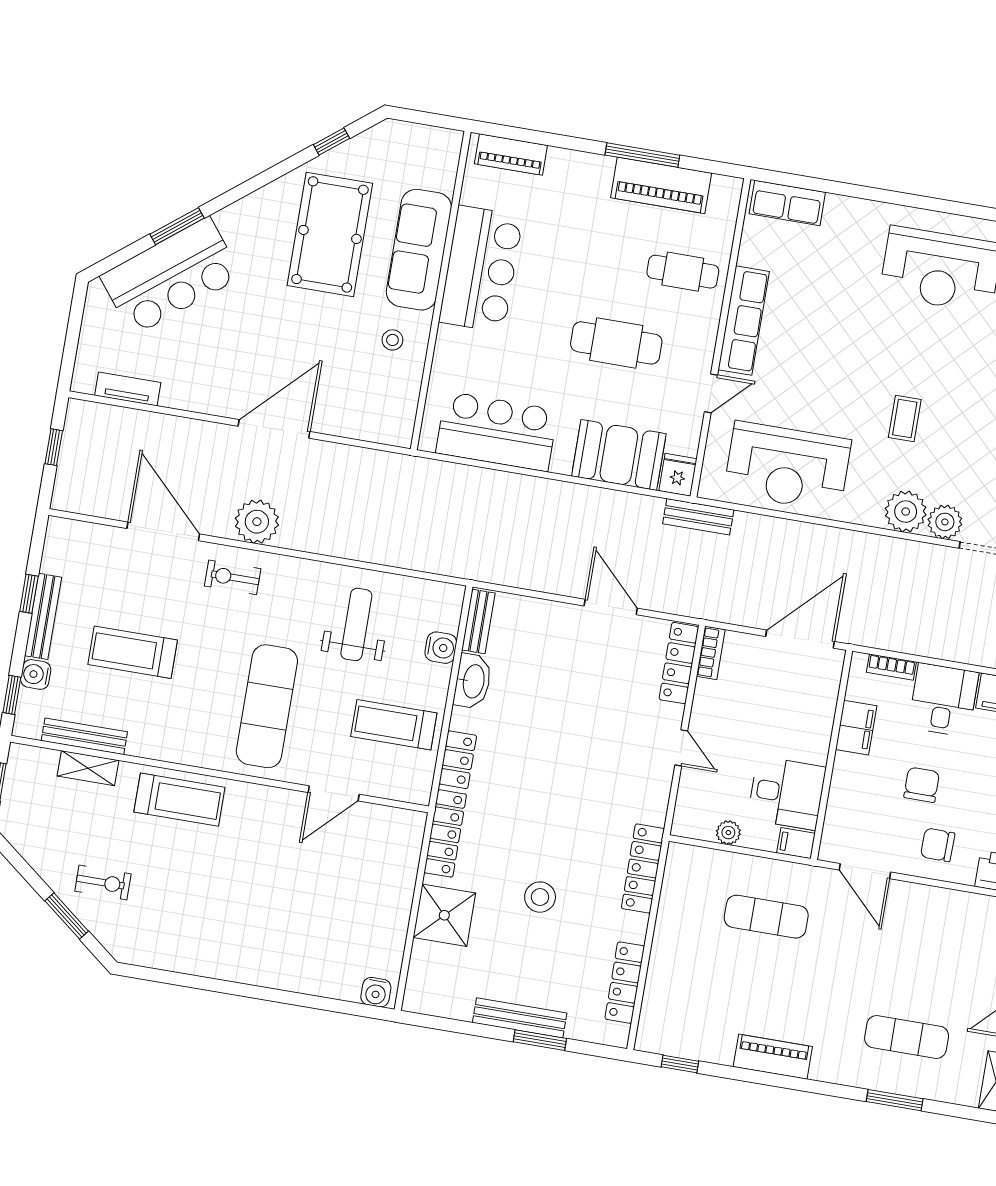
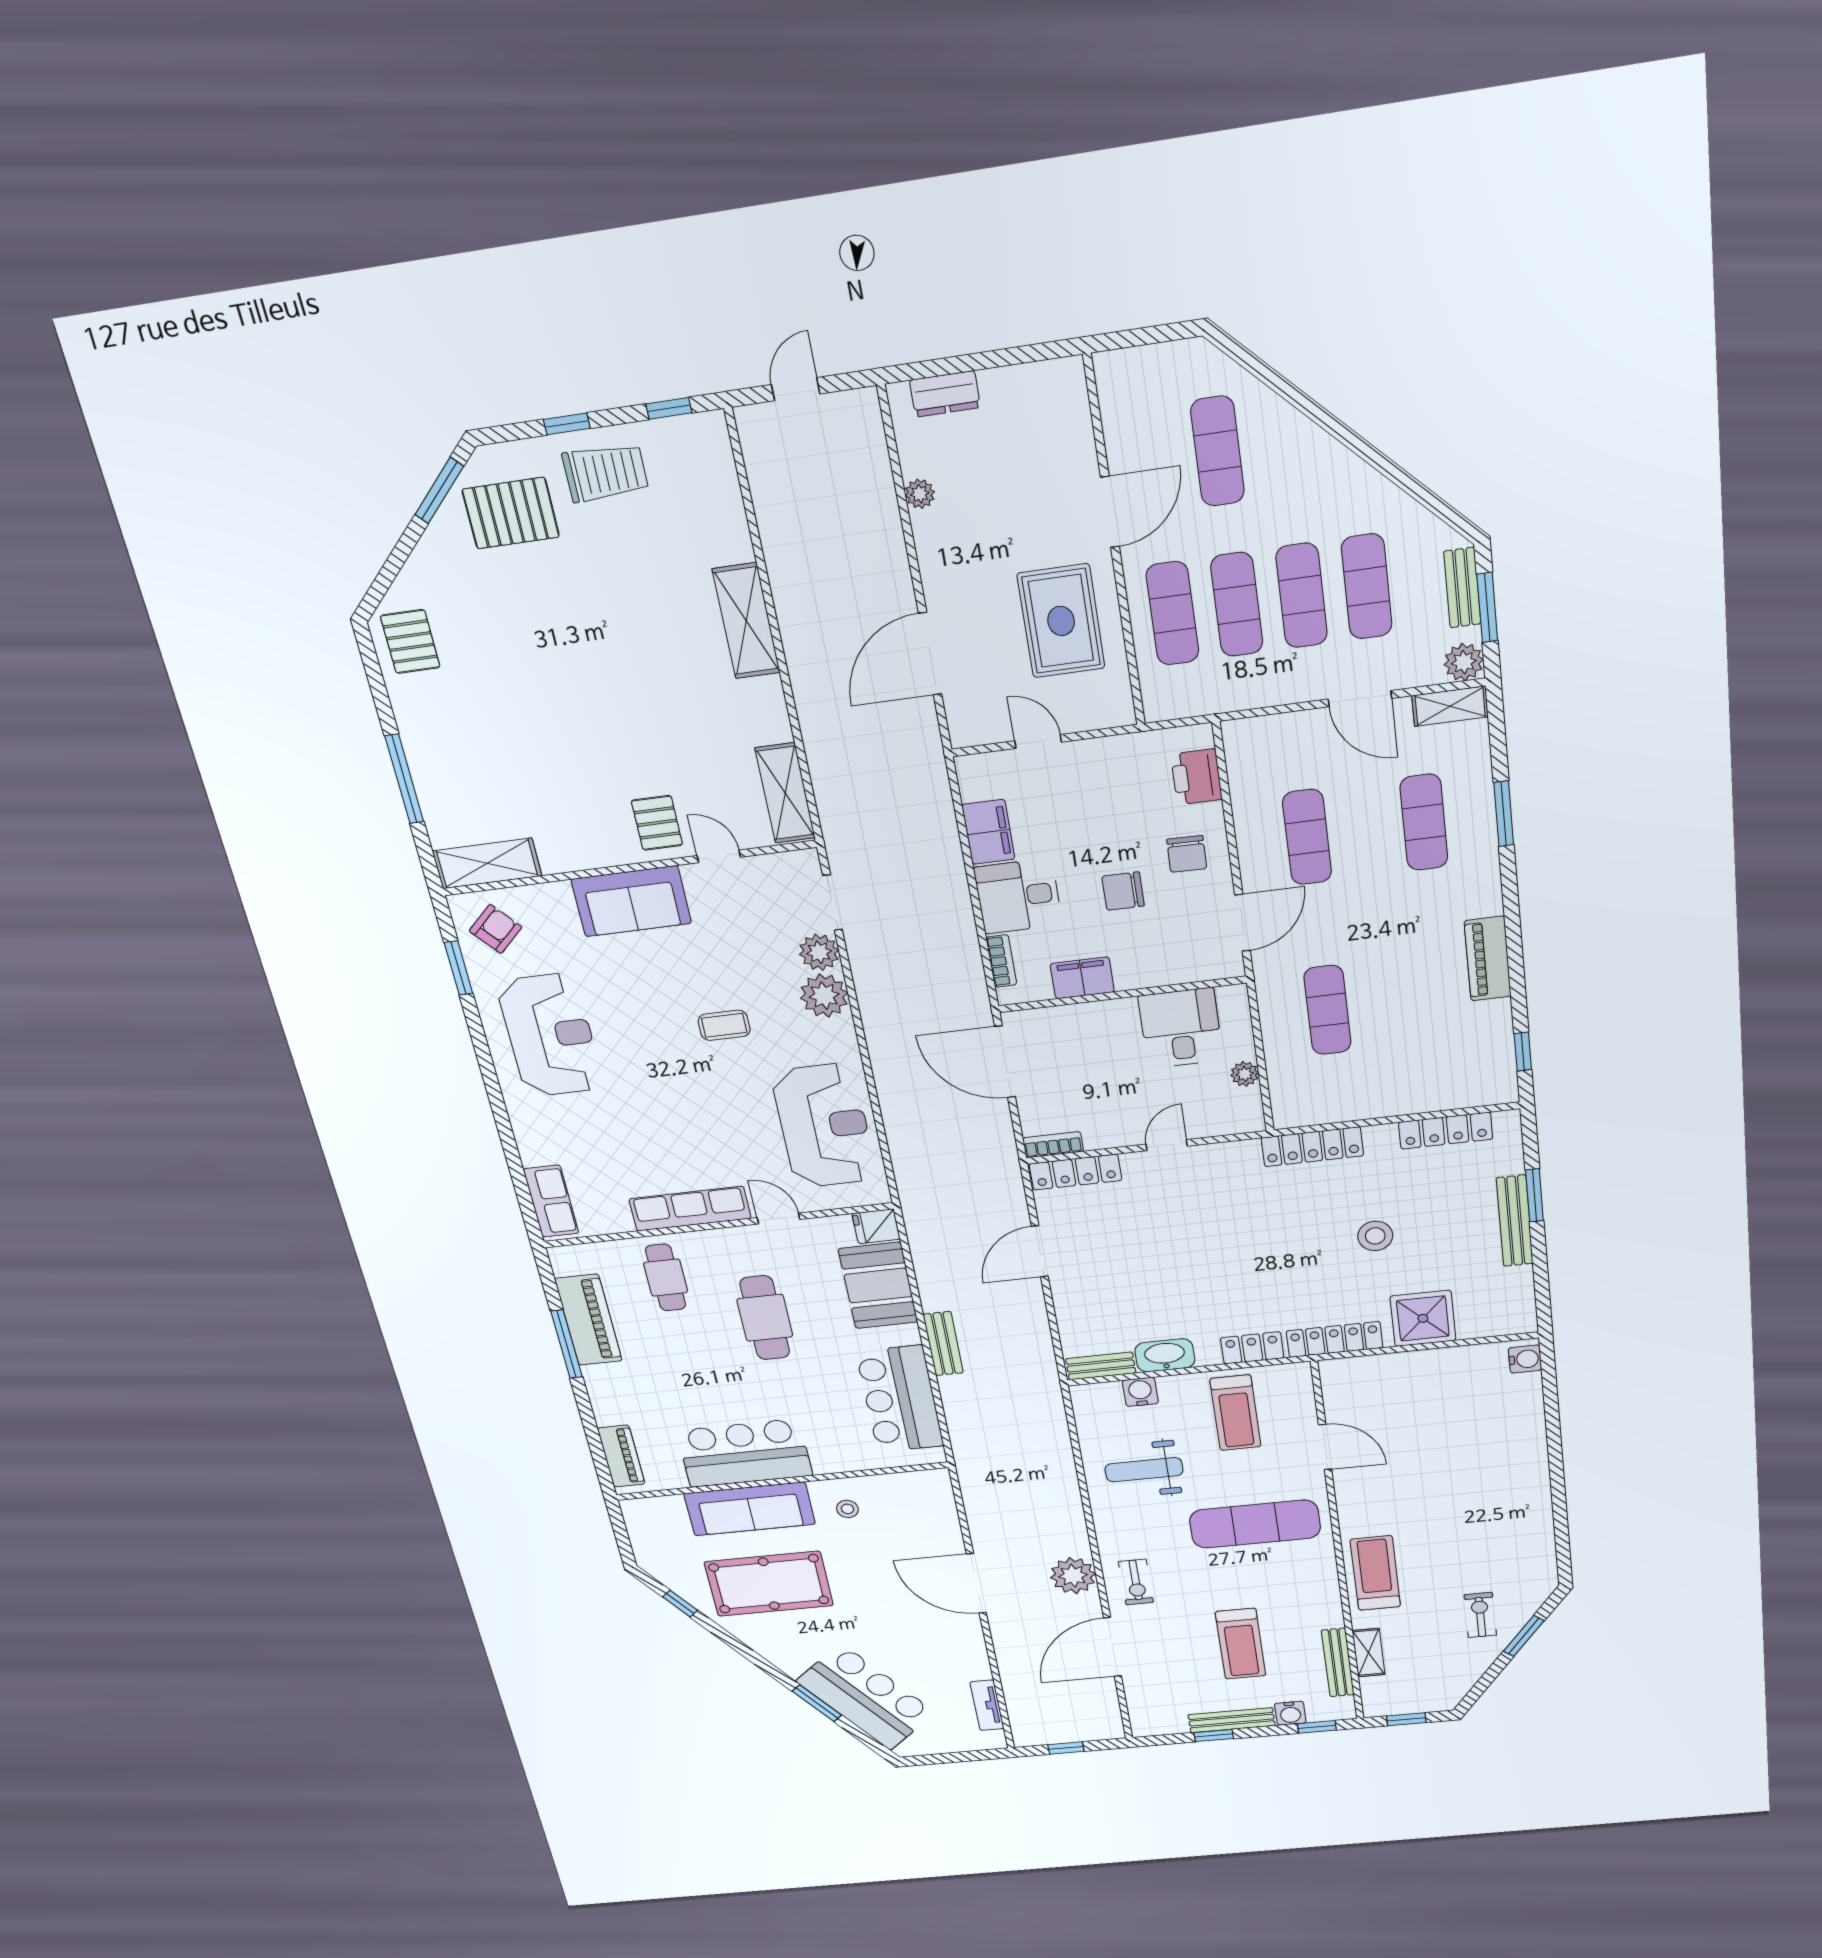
bench: (698, 517) -> (943, 1344), moved
filing cabinet: (796, 843) -> (1234, 1003), removed
exercise mat: (922, 943) -> (1307, 837), added

